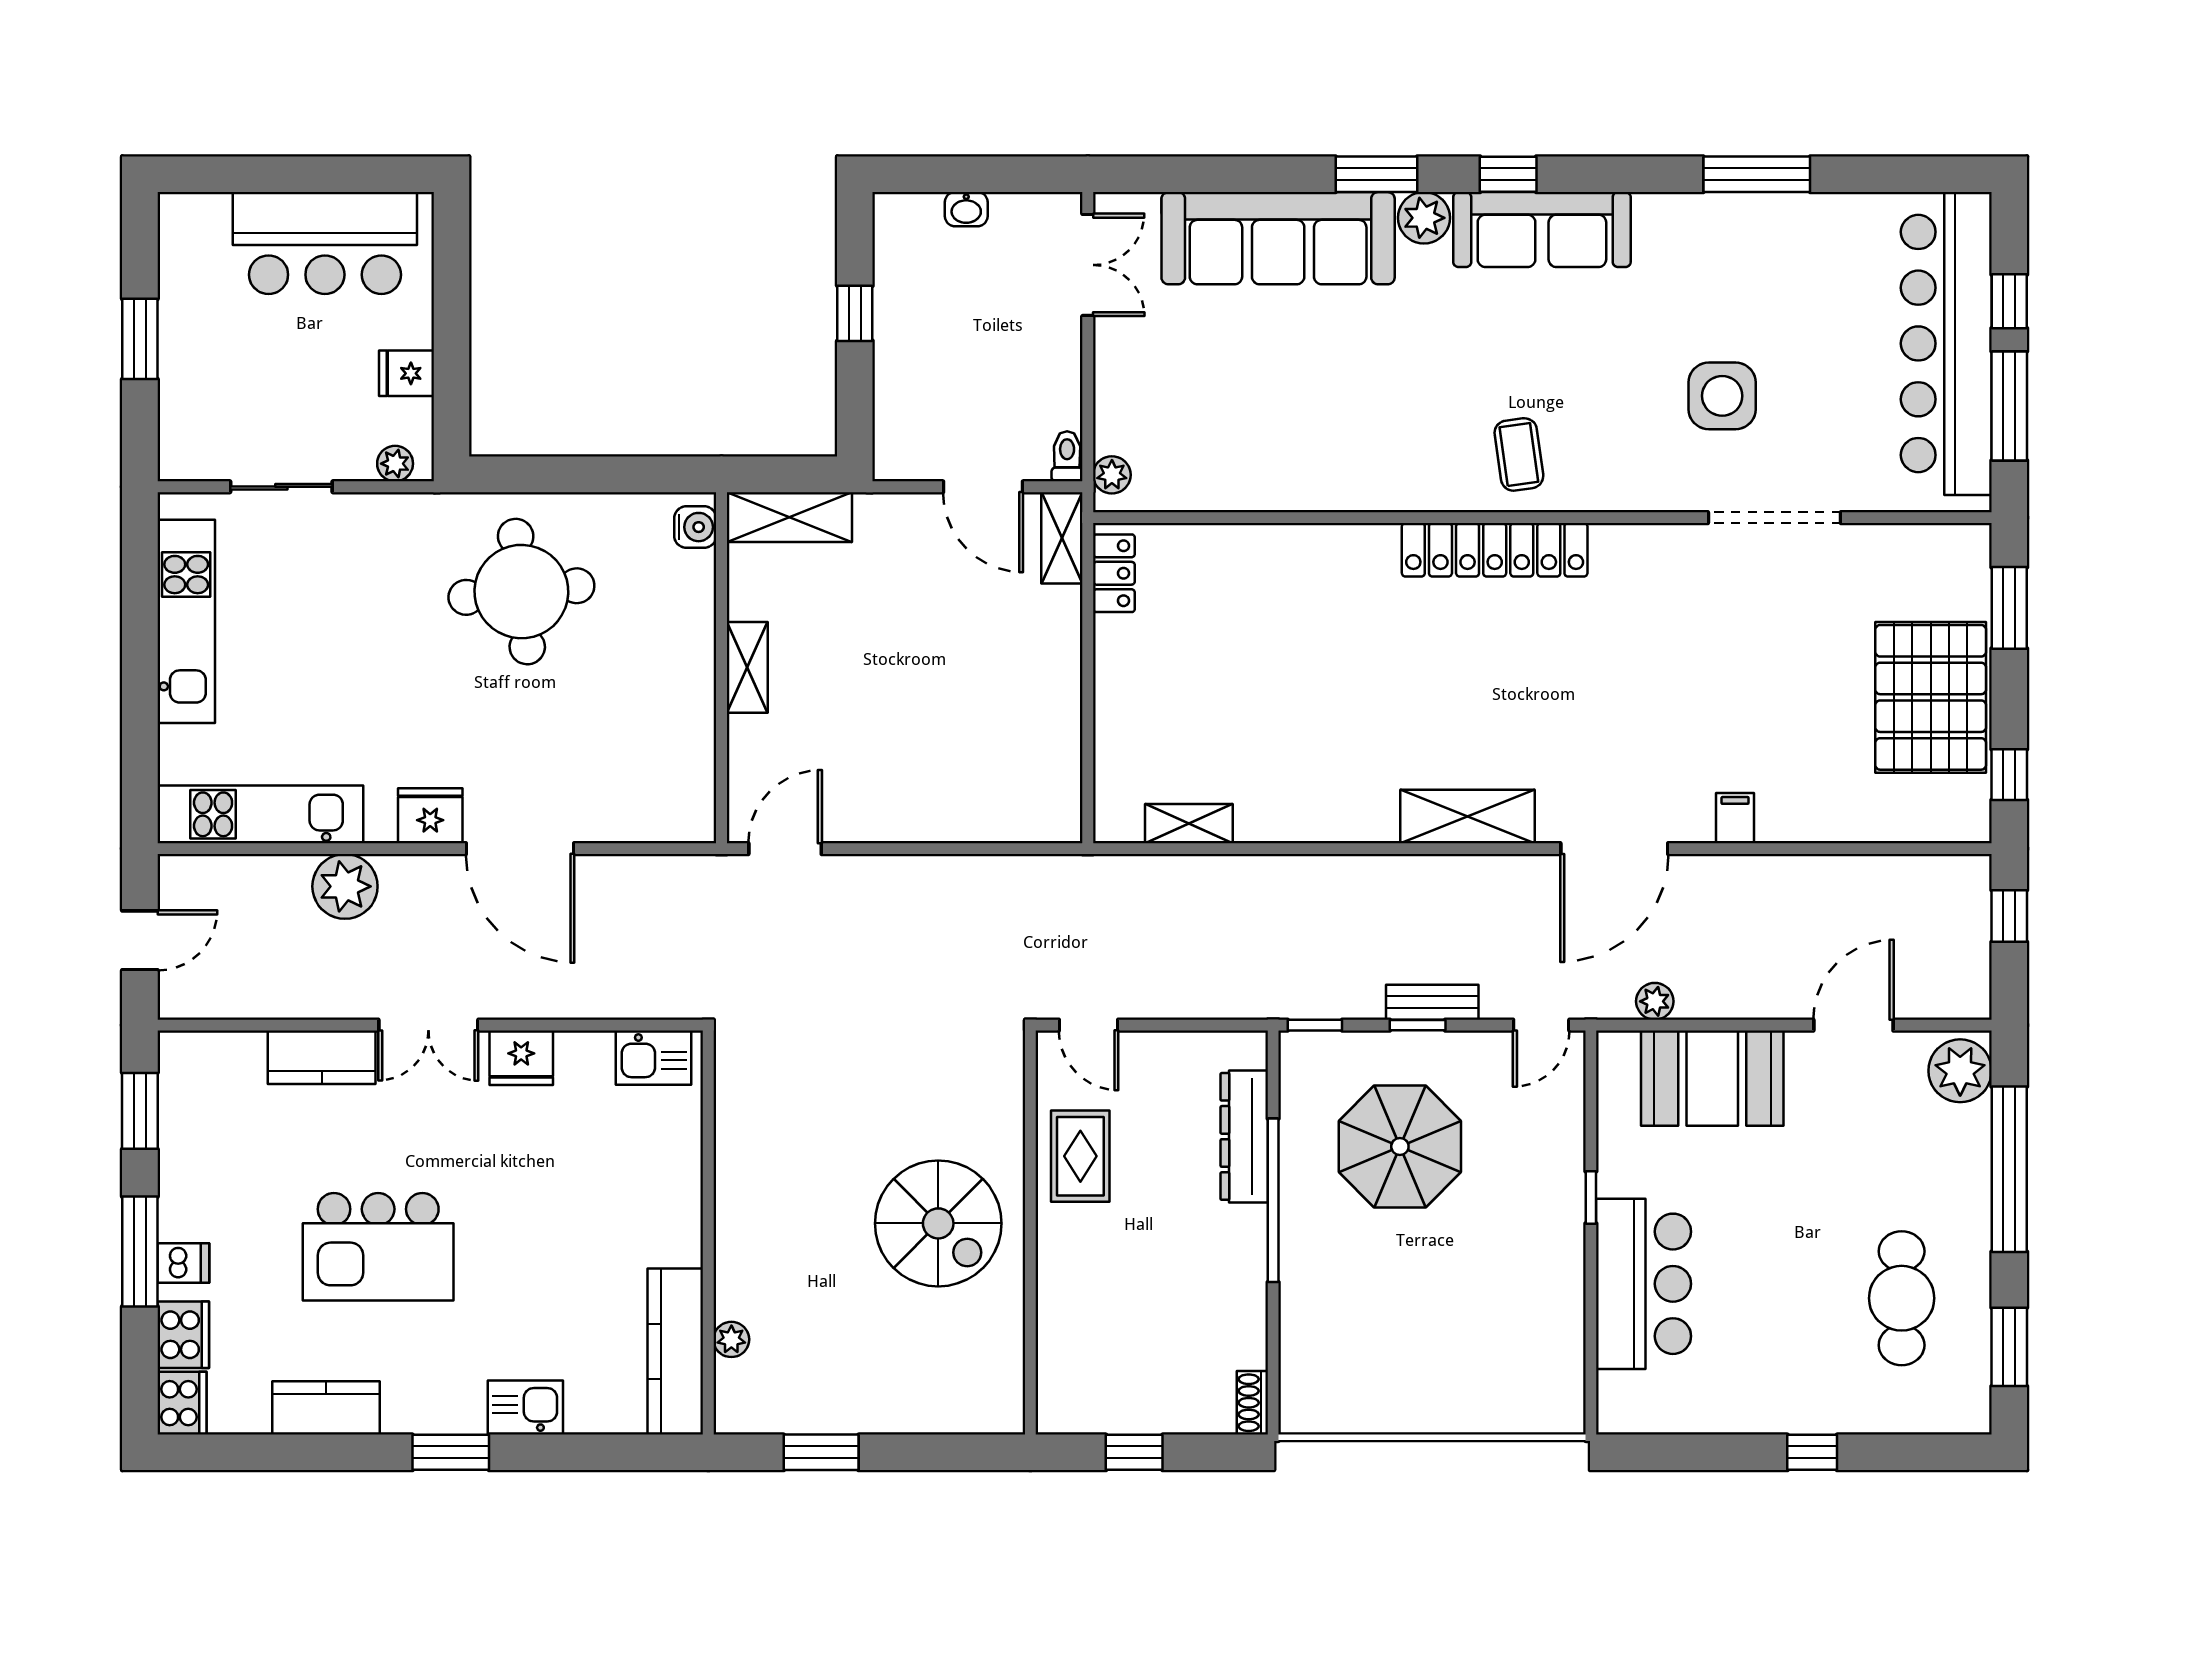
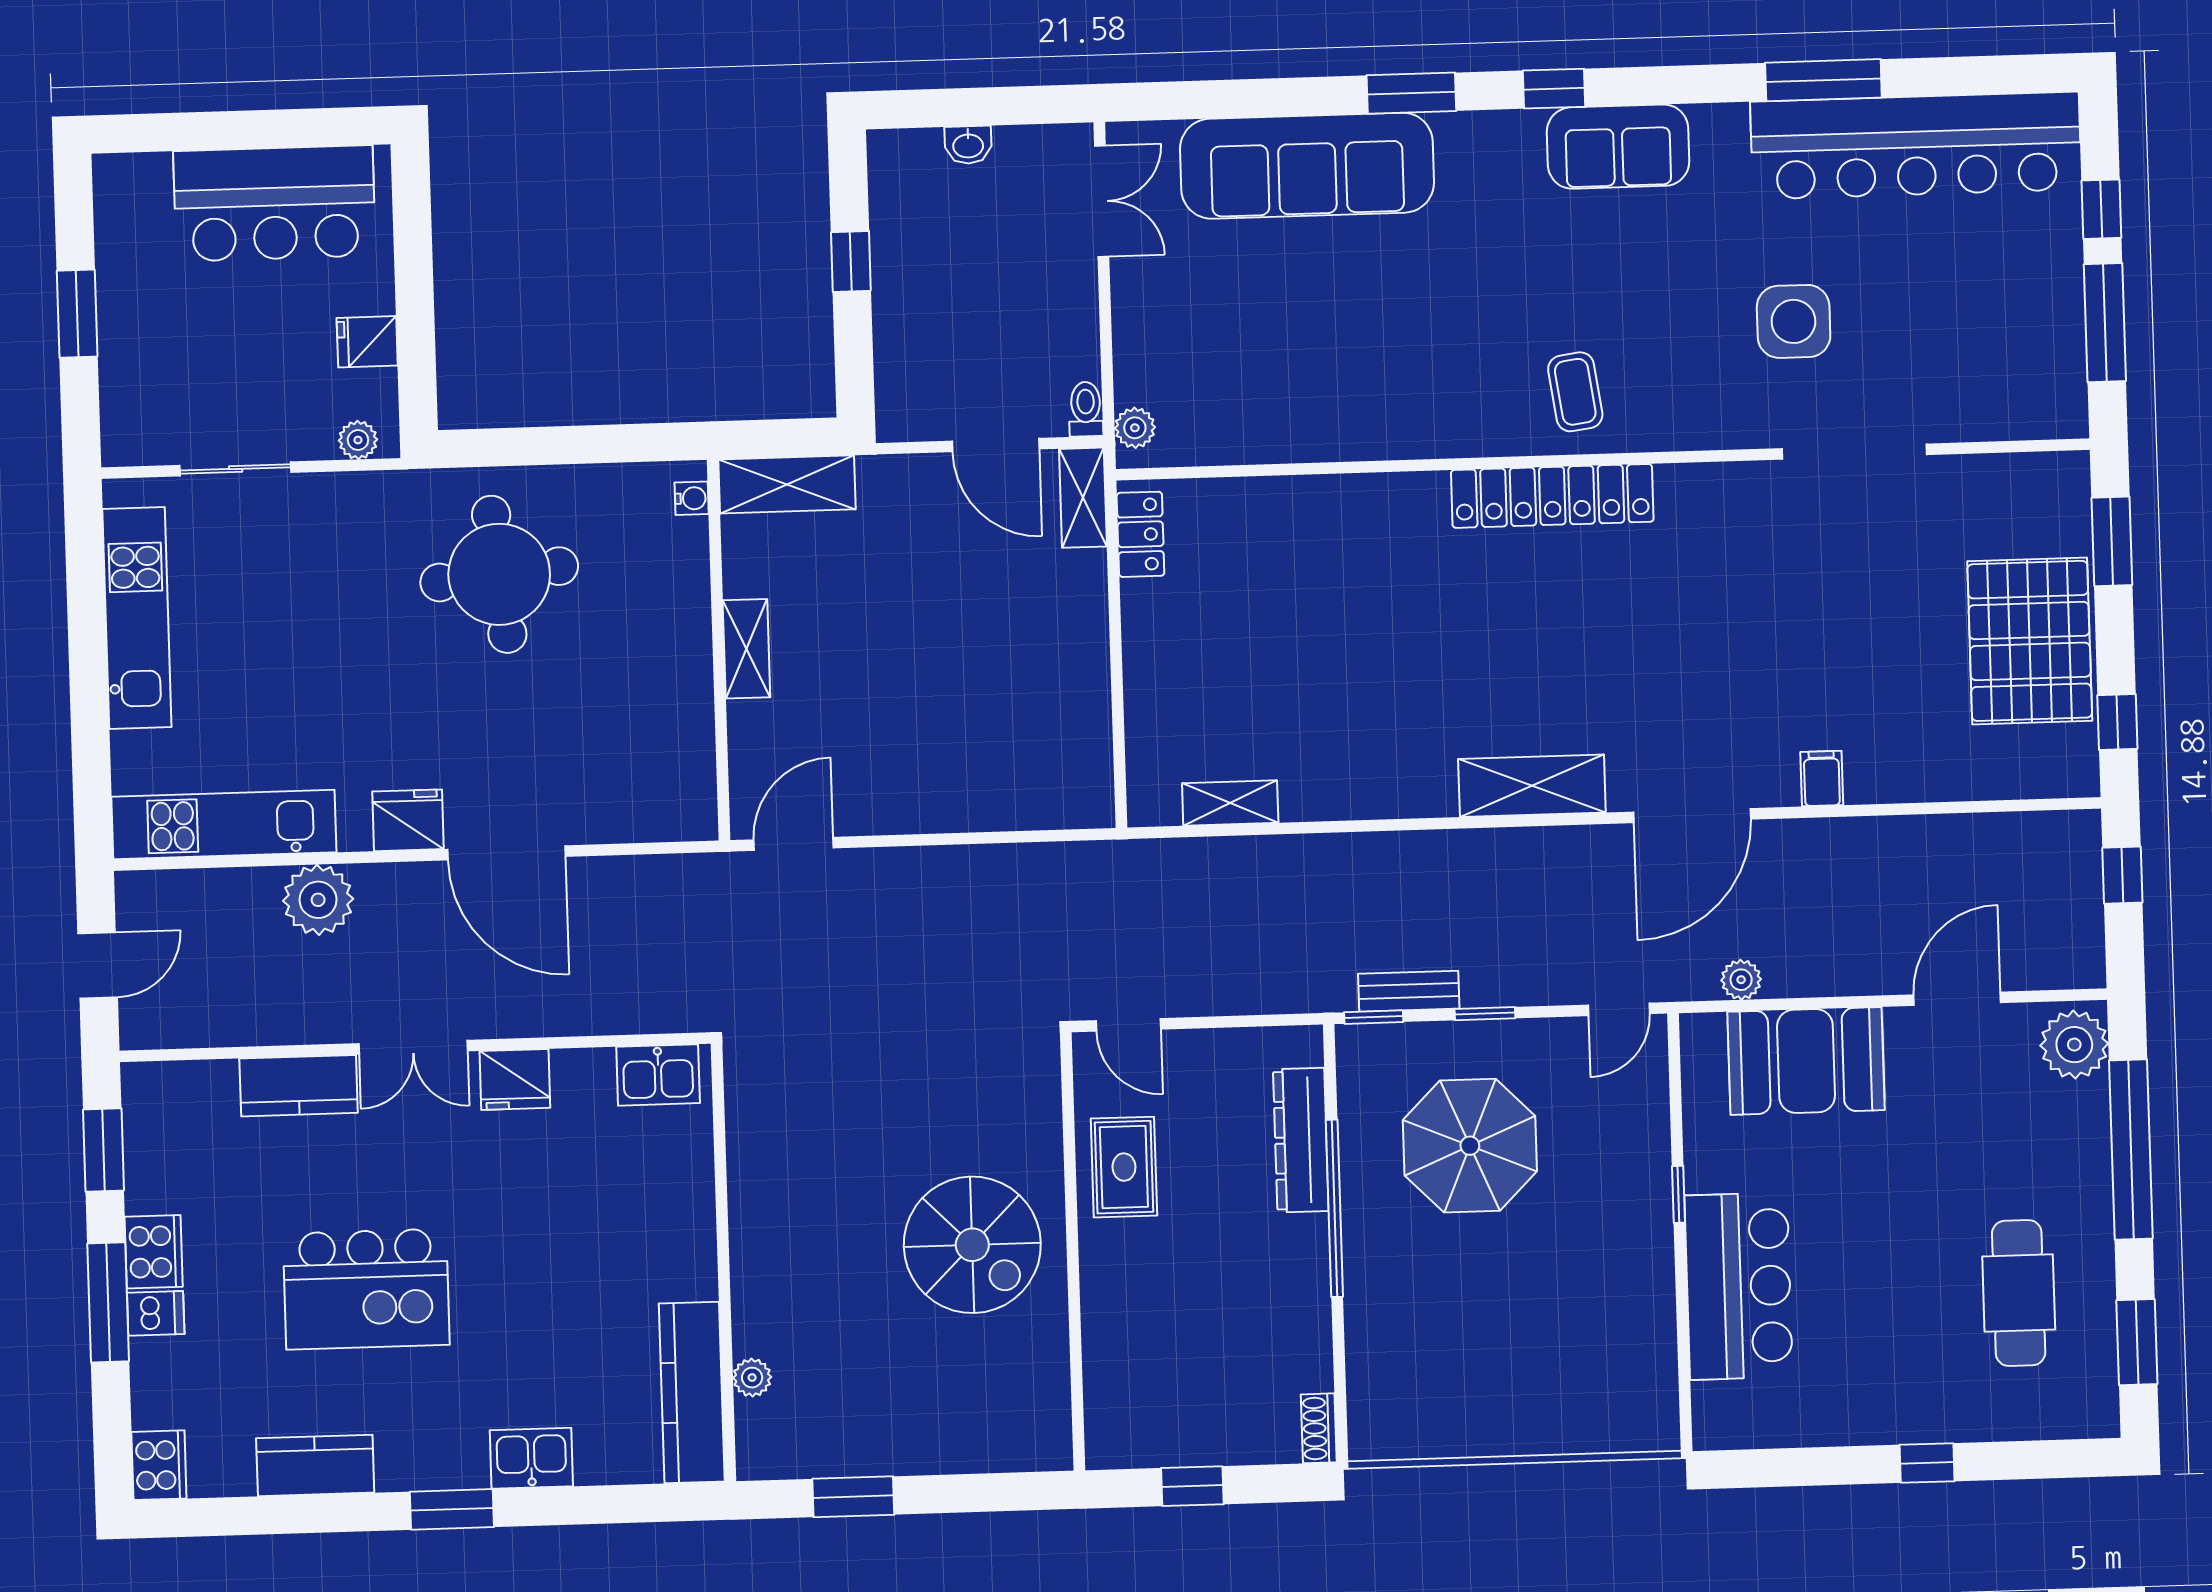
plant: (1424, 218) -> (1464, 139), removed
sofa: (1542, 230) -> (1618, 147), width x0.73
bar counter: (1946, 343) -> (1916, 146), moved, turned -90
water cooler: (695, 527) -> (692, 498), width x0.72, depth x0.72
bench: (1432, 1002) -> (1409, 991), moved
cooker: (183, 1335) -> (154, 1252), moved

